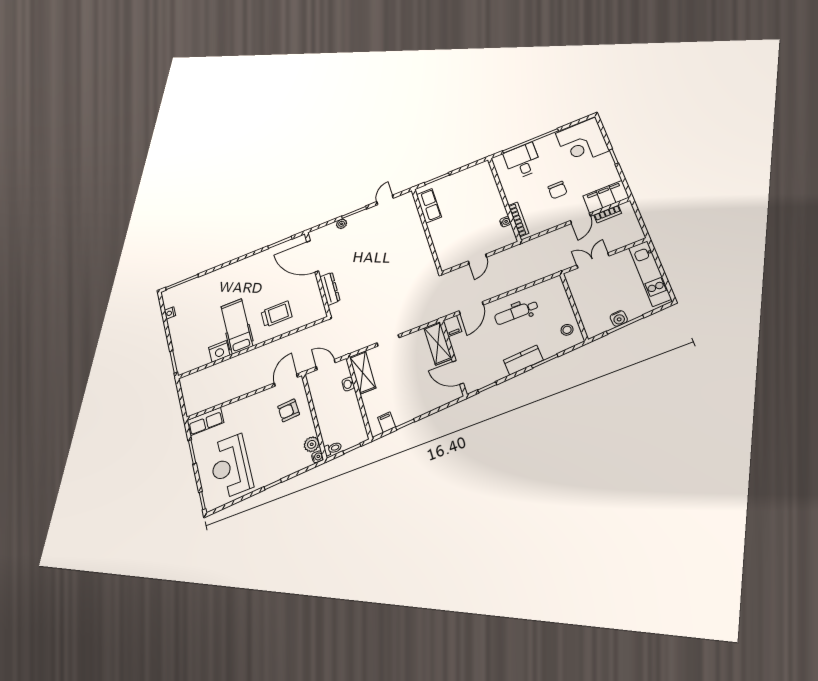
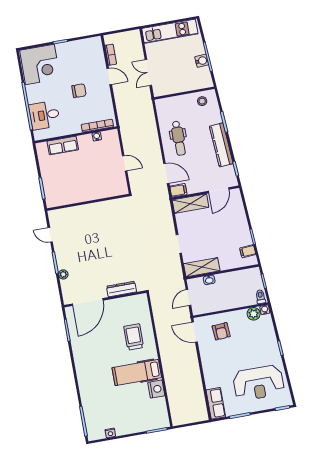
filing cabinet: (606, 197) -> (95, 54), removed
row of seats: (429, 206) -> (63, 146), moved, turned 180
kitchen counter: (523, 360) -> (221, 145), width x1.50

